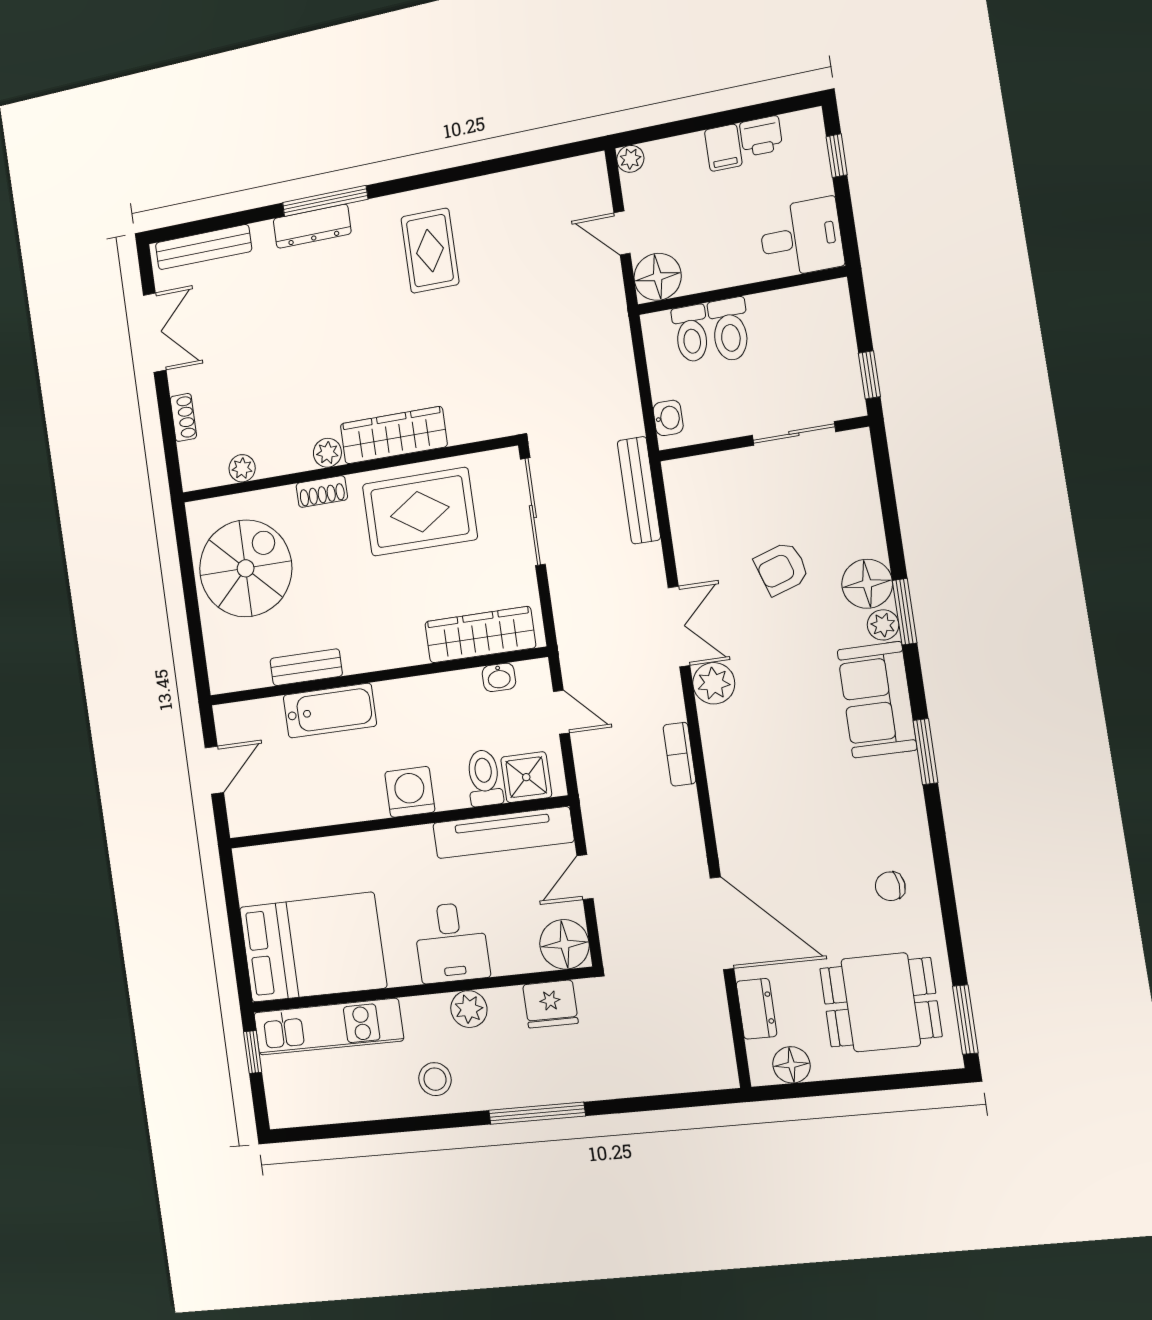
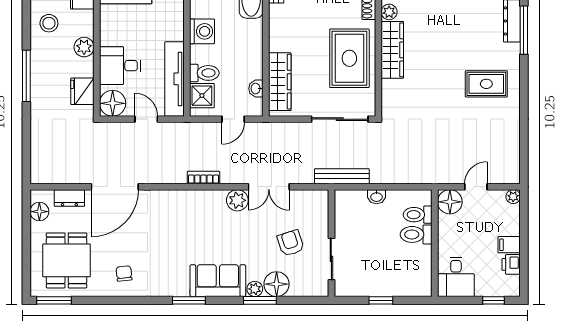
sliding door: (794, 434) -> (331, 259), moved
wall: (763, 439) -> (331, 243), moved
desk: (451, 943) -> (120, 66), moved

